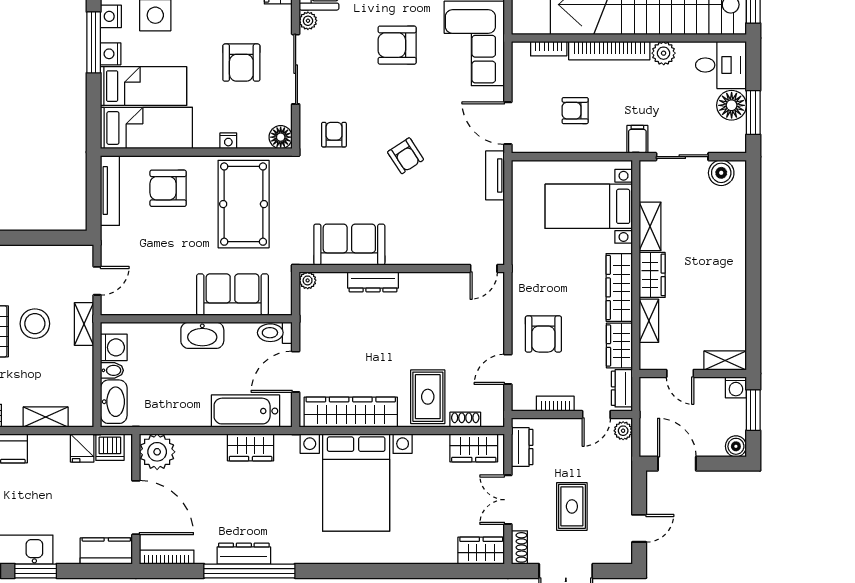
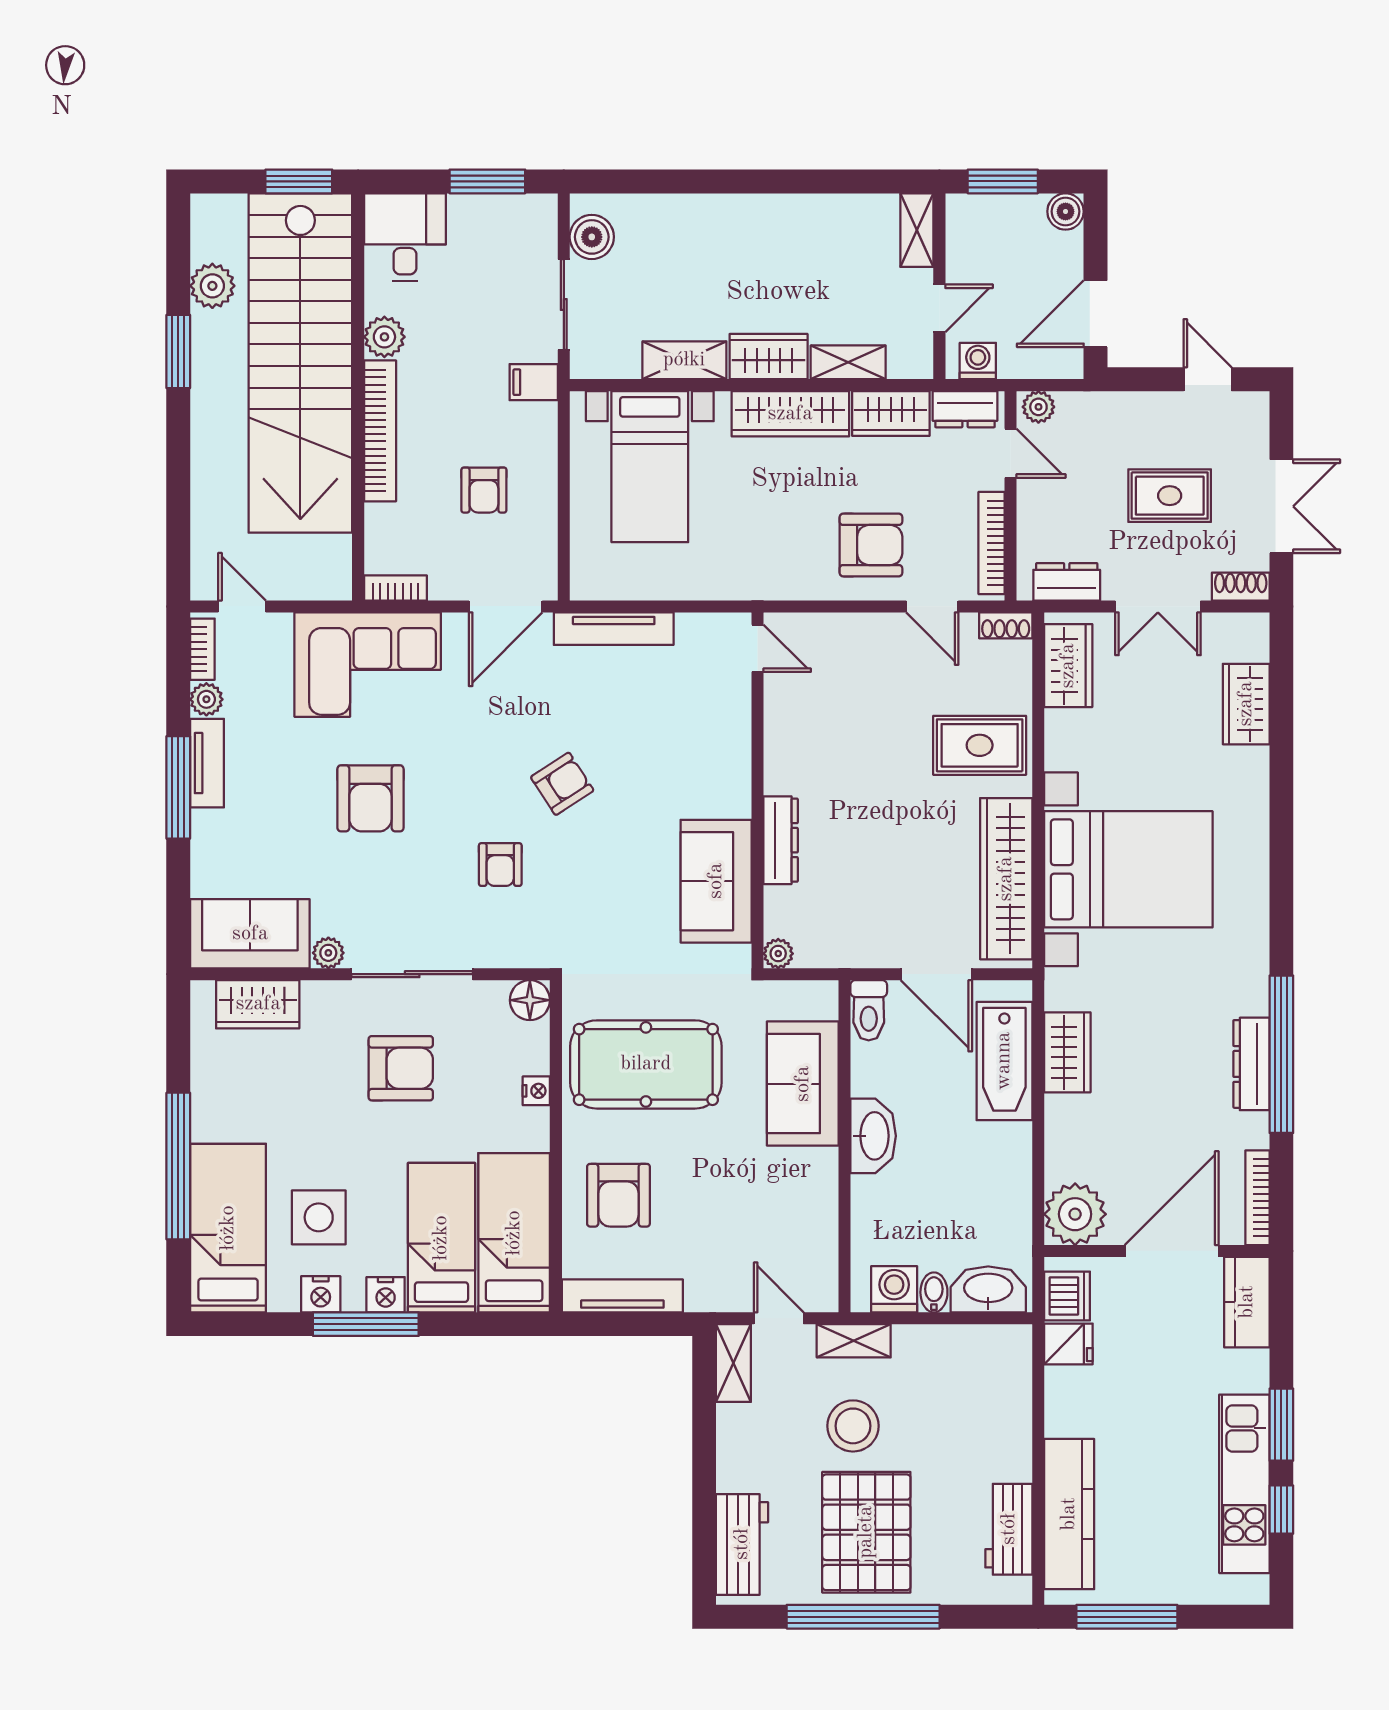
bookcase: (549, 49) -> (395, 588), moved, turned -90
floor lamp: (732, 105) -> (475, 219), removed
armchair: (334, 135) -> (500, 865), moved, turned -90
tv unit: (495, 175) -> (614, 629), width x1.41
washing machine: (736, 387) -> (978, 361), moved, turned -90
bookcase: (555, 404) -> (992, 543), width x1.56
shelving: (46, 417) -> (733, 1363), moved
shoe rack: (465, 420) -> (1006, 625), moved, turned -90
wardrobe: (481, 551) -> (1246, 704), moved

